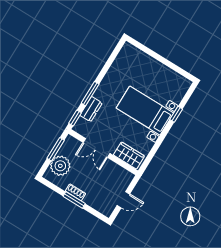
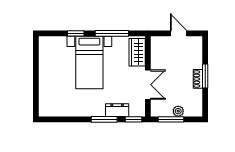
window: (158, 144) -> (112, 33), added
plant: (60, 166) -> (178, 111), width x0.53, depth x0.53

